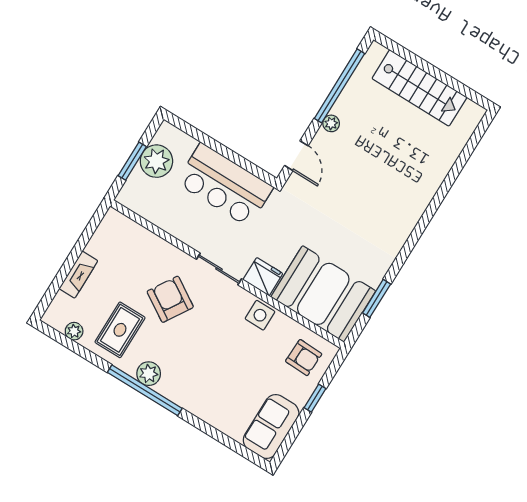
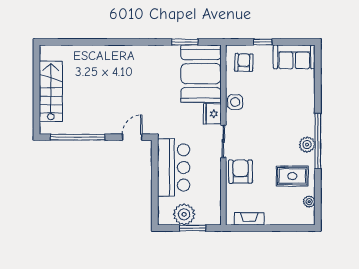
plant: (331, 123) -> (102, 129), removed
fireplace: (78, 275) -> (249, 219), moved
armchair: (170, 299) -> (240, 171), moved, turned 148

